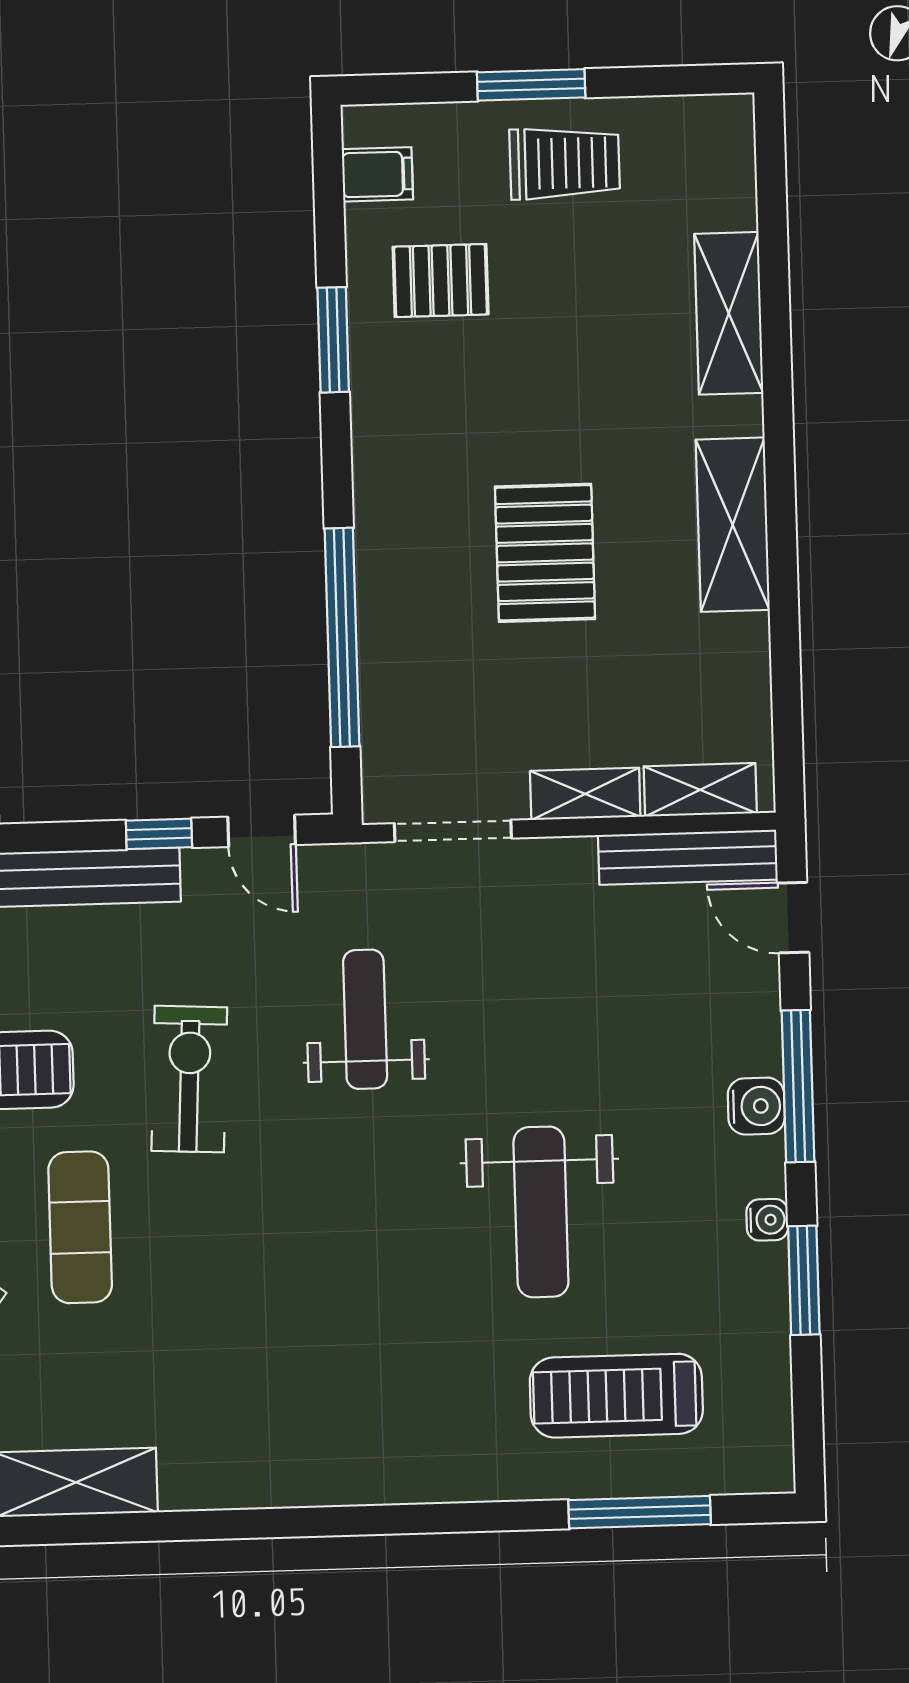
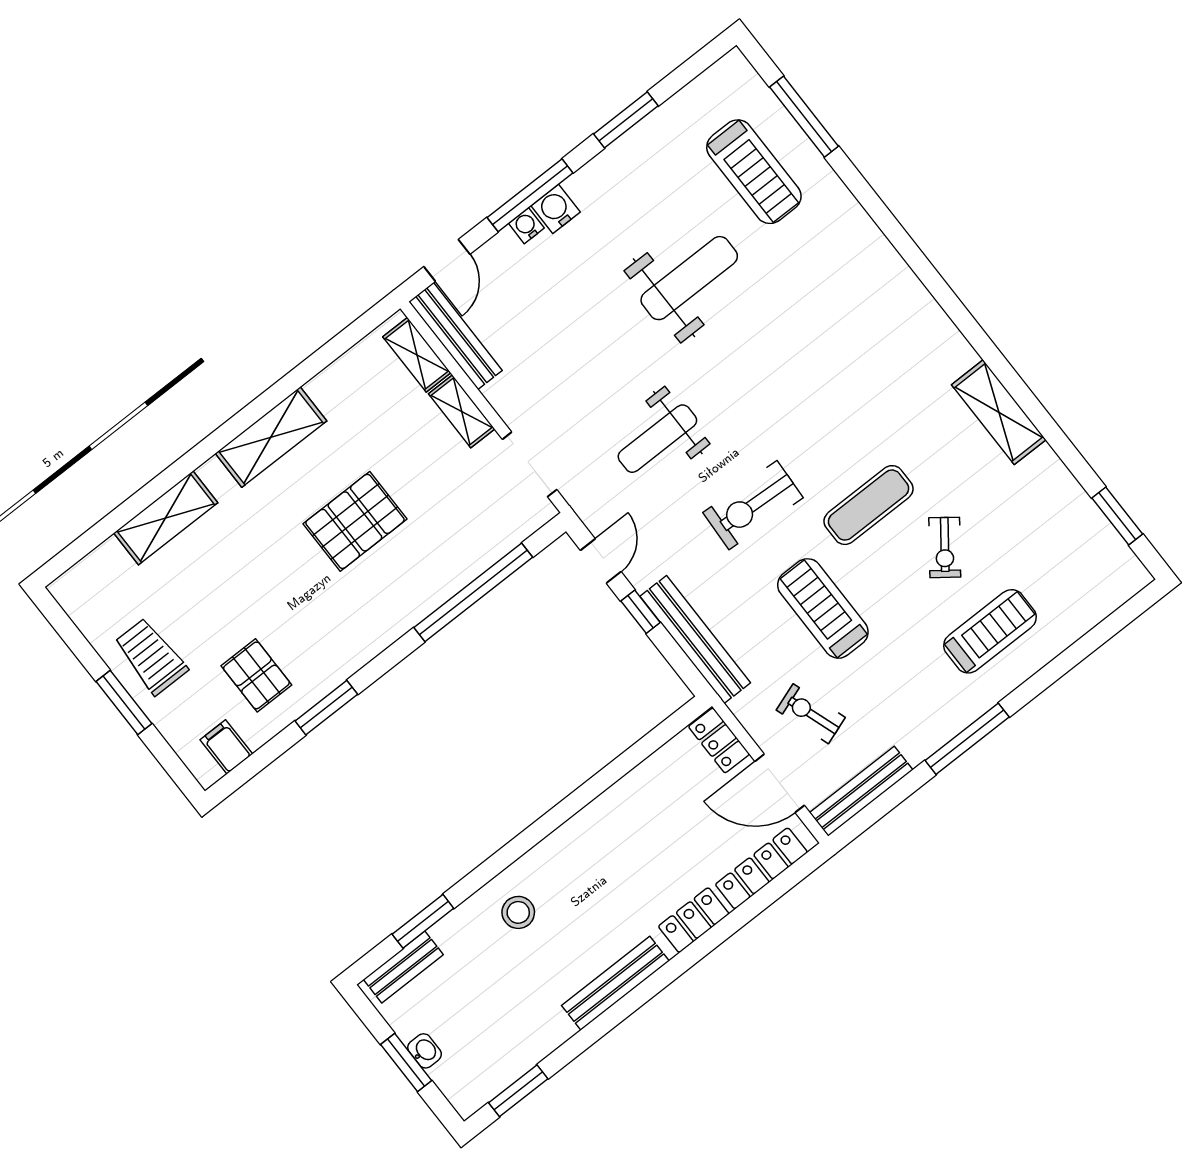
water cooler: (767, 1220) -> (526, 226), moved

